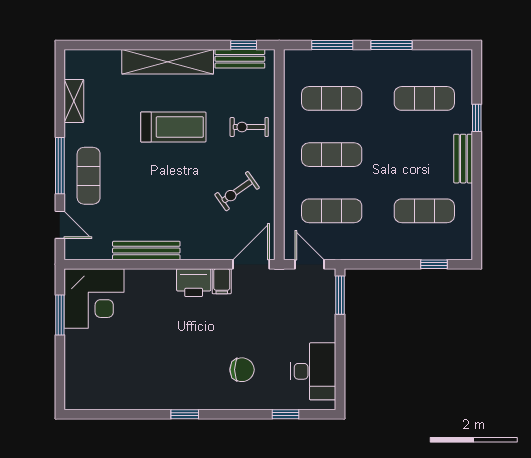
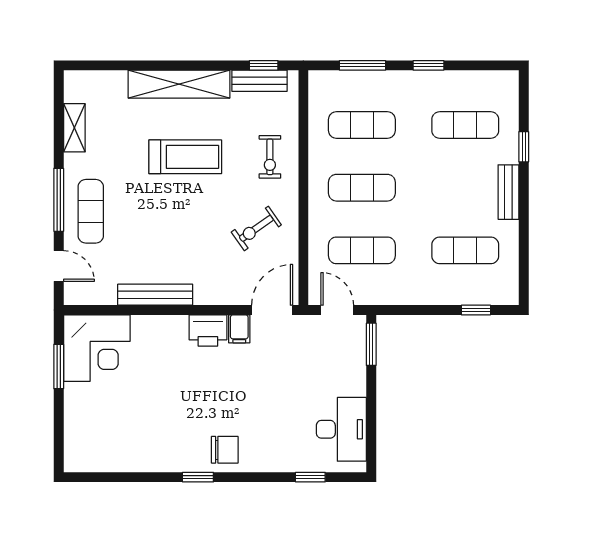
window: (391, 45) -> (429, 65), width x0.67
exercise bike: (249, 127) -> (270, 157), turned -90
chair: (242, 370) -> (225, 450), moved

